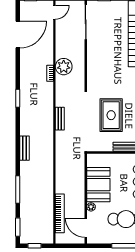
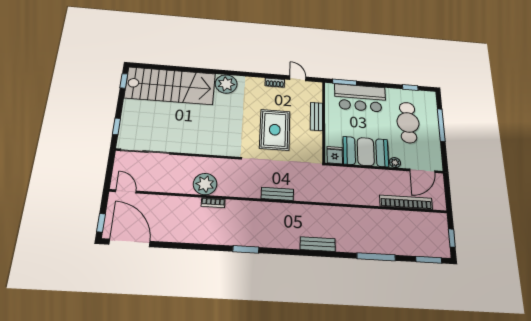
door: (18, 35) -> (130, 243), moved
rug: (111, 115) -> (275, 130), turned 90
fridge: (94, 161) -> (335, 155), added

